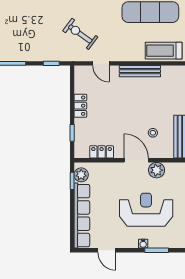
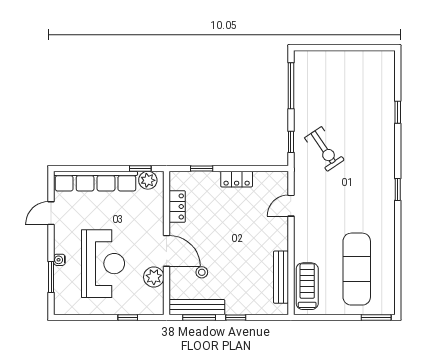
exercise bike: (80, 34) -> (324, 149), moved, turned 110
bench: (140, 71) -> (281, 277), moved
door: (136, 160) -> (167, 251), hinge flipped

